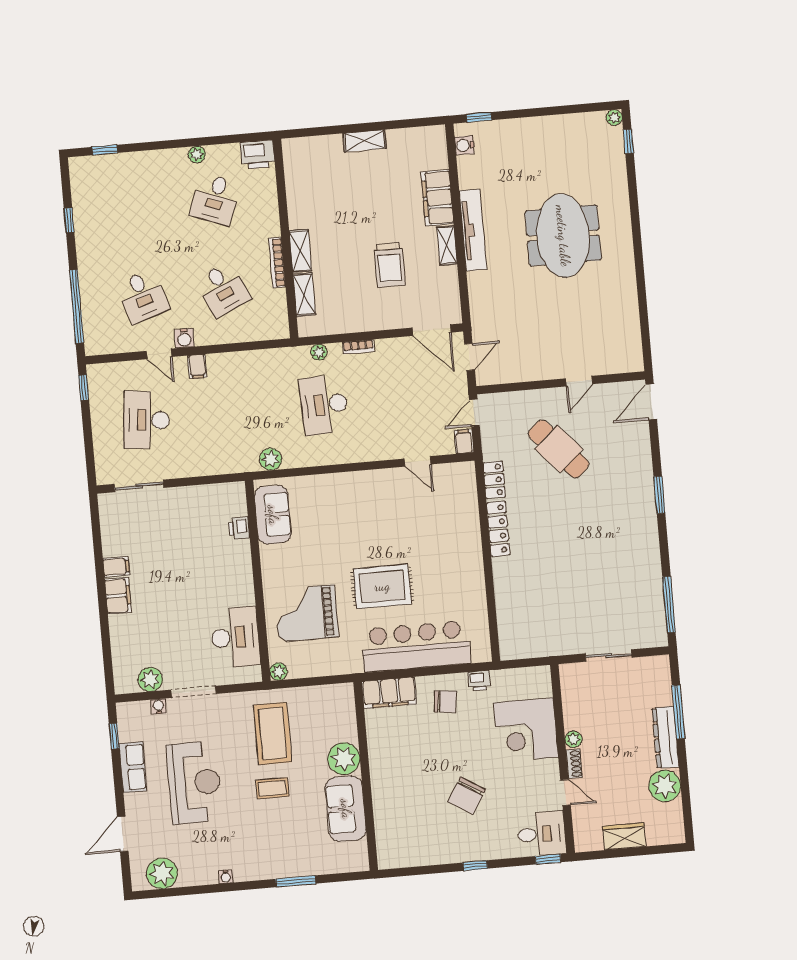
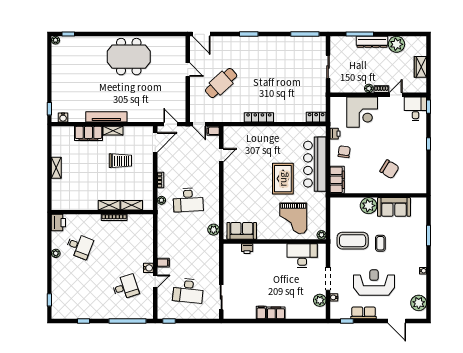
meeting table: (563, 236) -> (129, 57), moved
desk: (223, 289) -> (125, 246), removed
locker: (494, 480) -> (316, 117), moved
chair: (467, 795) -> (389, 169), moved

